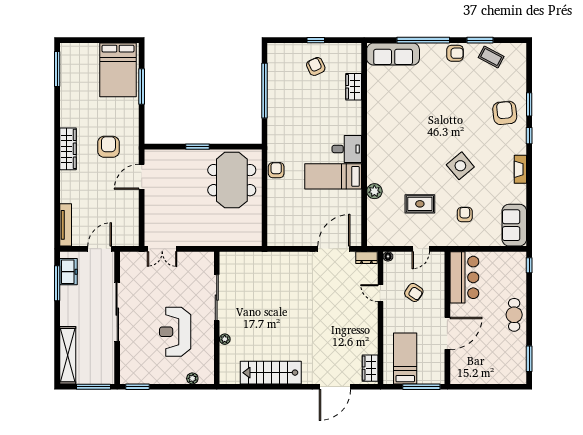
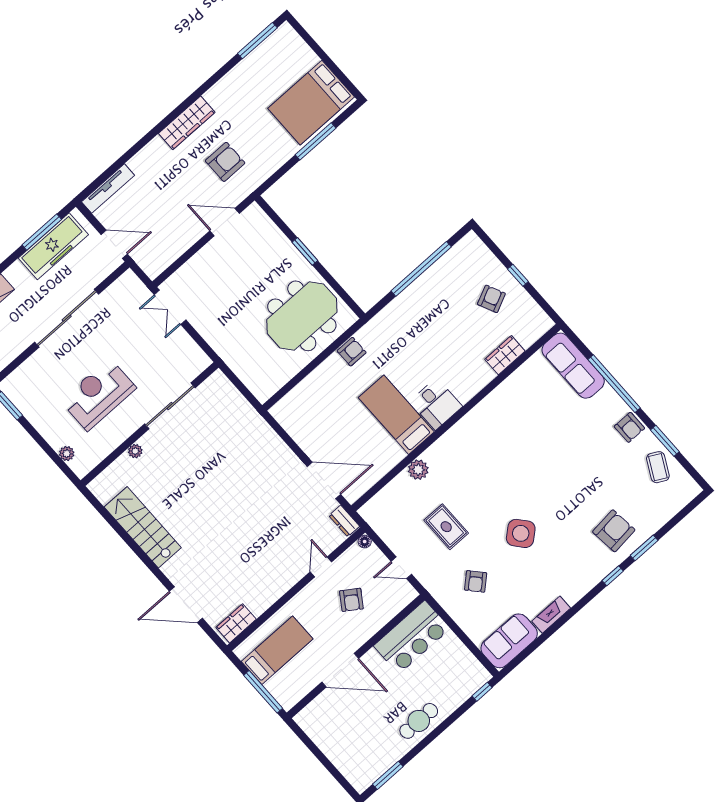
fireplace: (520, 169) -> (551, 615), moved
armchair: (465, 214) -> (476, 581), turned 138
freezer: (68, 272) -> (53, 246), width x1.91, depth x1.26

